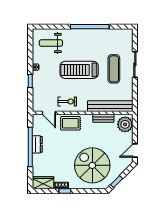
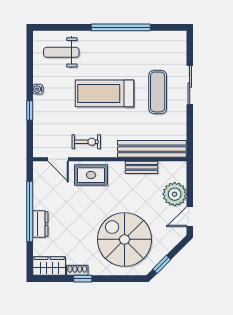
plant: (125, 124) -> (175, 194), moved
dresser: (37, 144) -> (40, 224), moved

